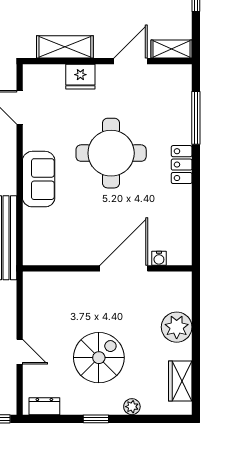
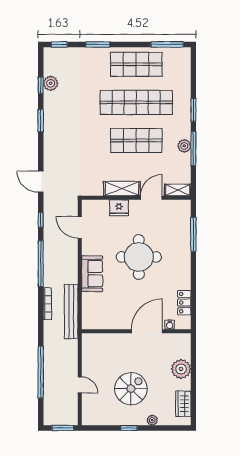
shelving: (65, 47) -> (122, 189), moved
locker: (182, 165) -> (184, 303), moved
dresser: (44, 406) -> (96, 420), removed

